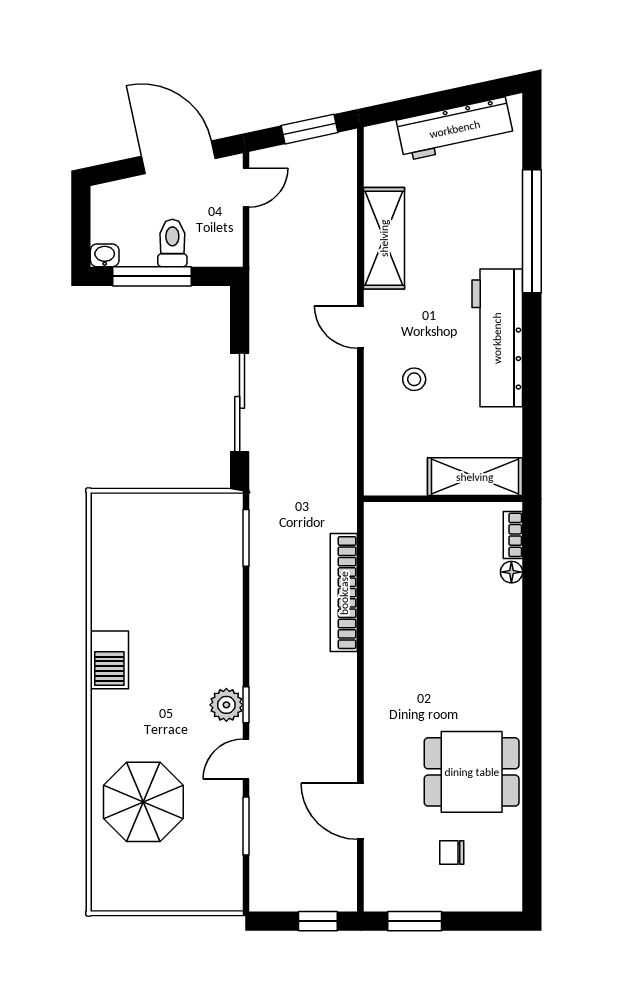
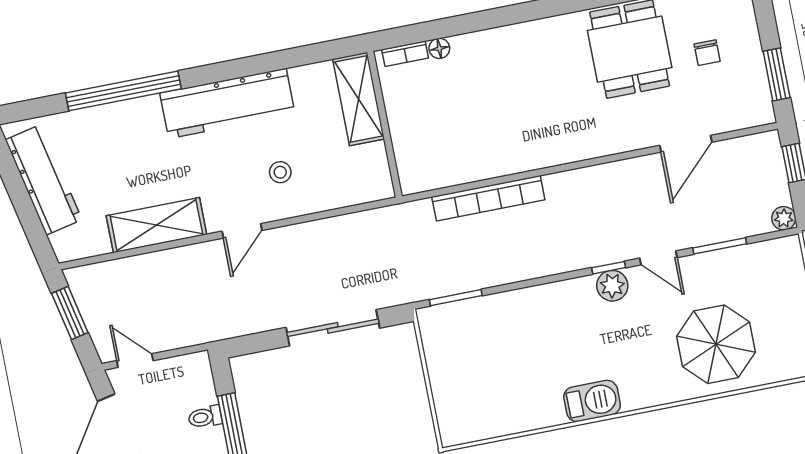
toilet: (172, 243) -> (205, 417), width x0.73, depth x0.72
plant: (262, 899) -> (784, 218), added

